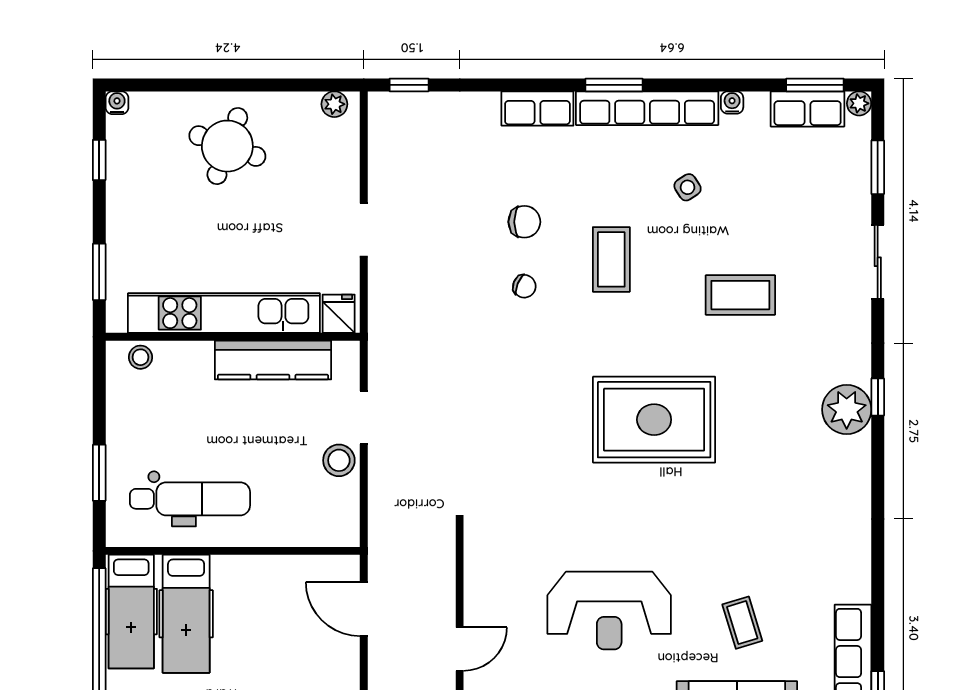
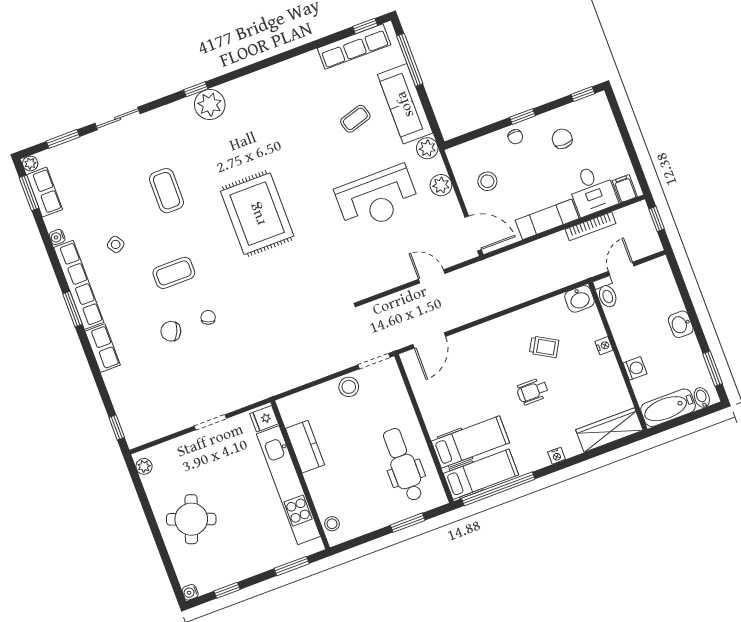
chair: (524, 222) -> (171, 331), turned -66
kitchen counter: (273, 360) -> (305, 447), width x0.67
doorway: (364, 418) -> (374, 361), moved
reception desk: (609, 611) -> (377, 198), turned 90

